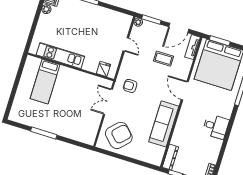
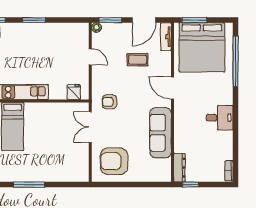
armchair: (119, 135) -> (114, 161), turned -135

